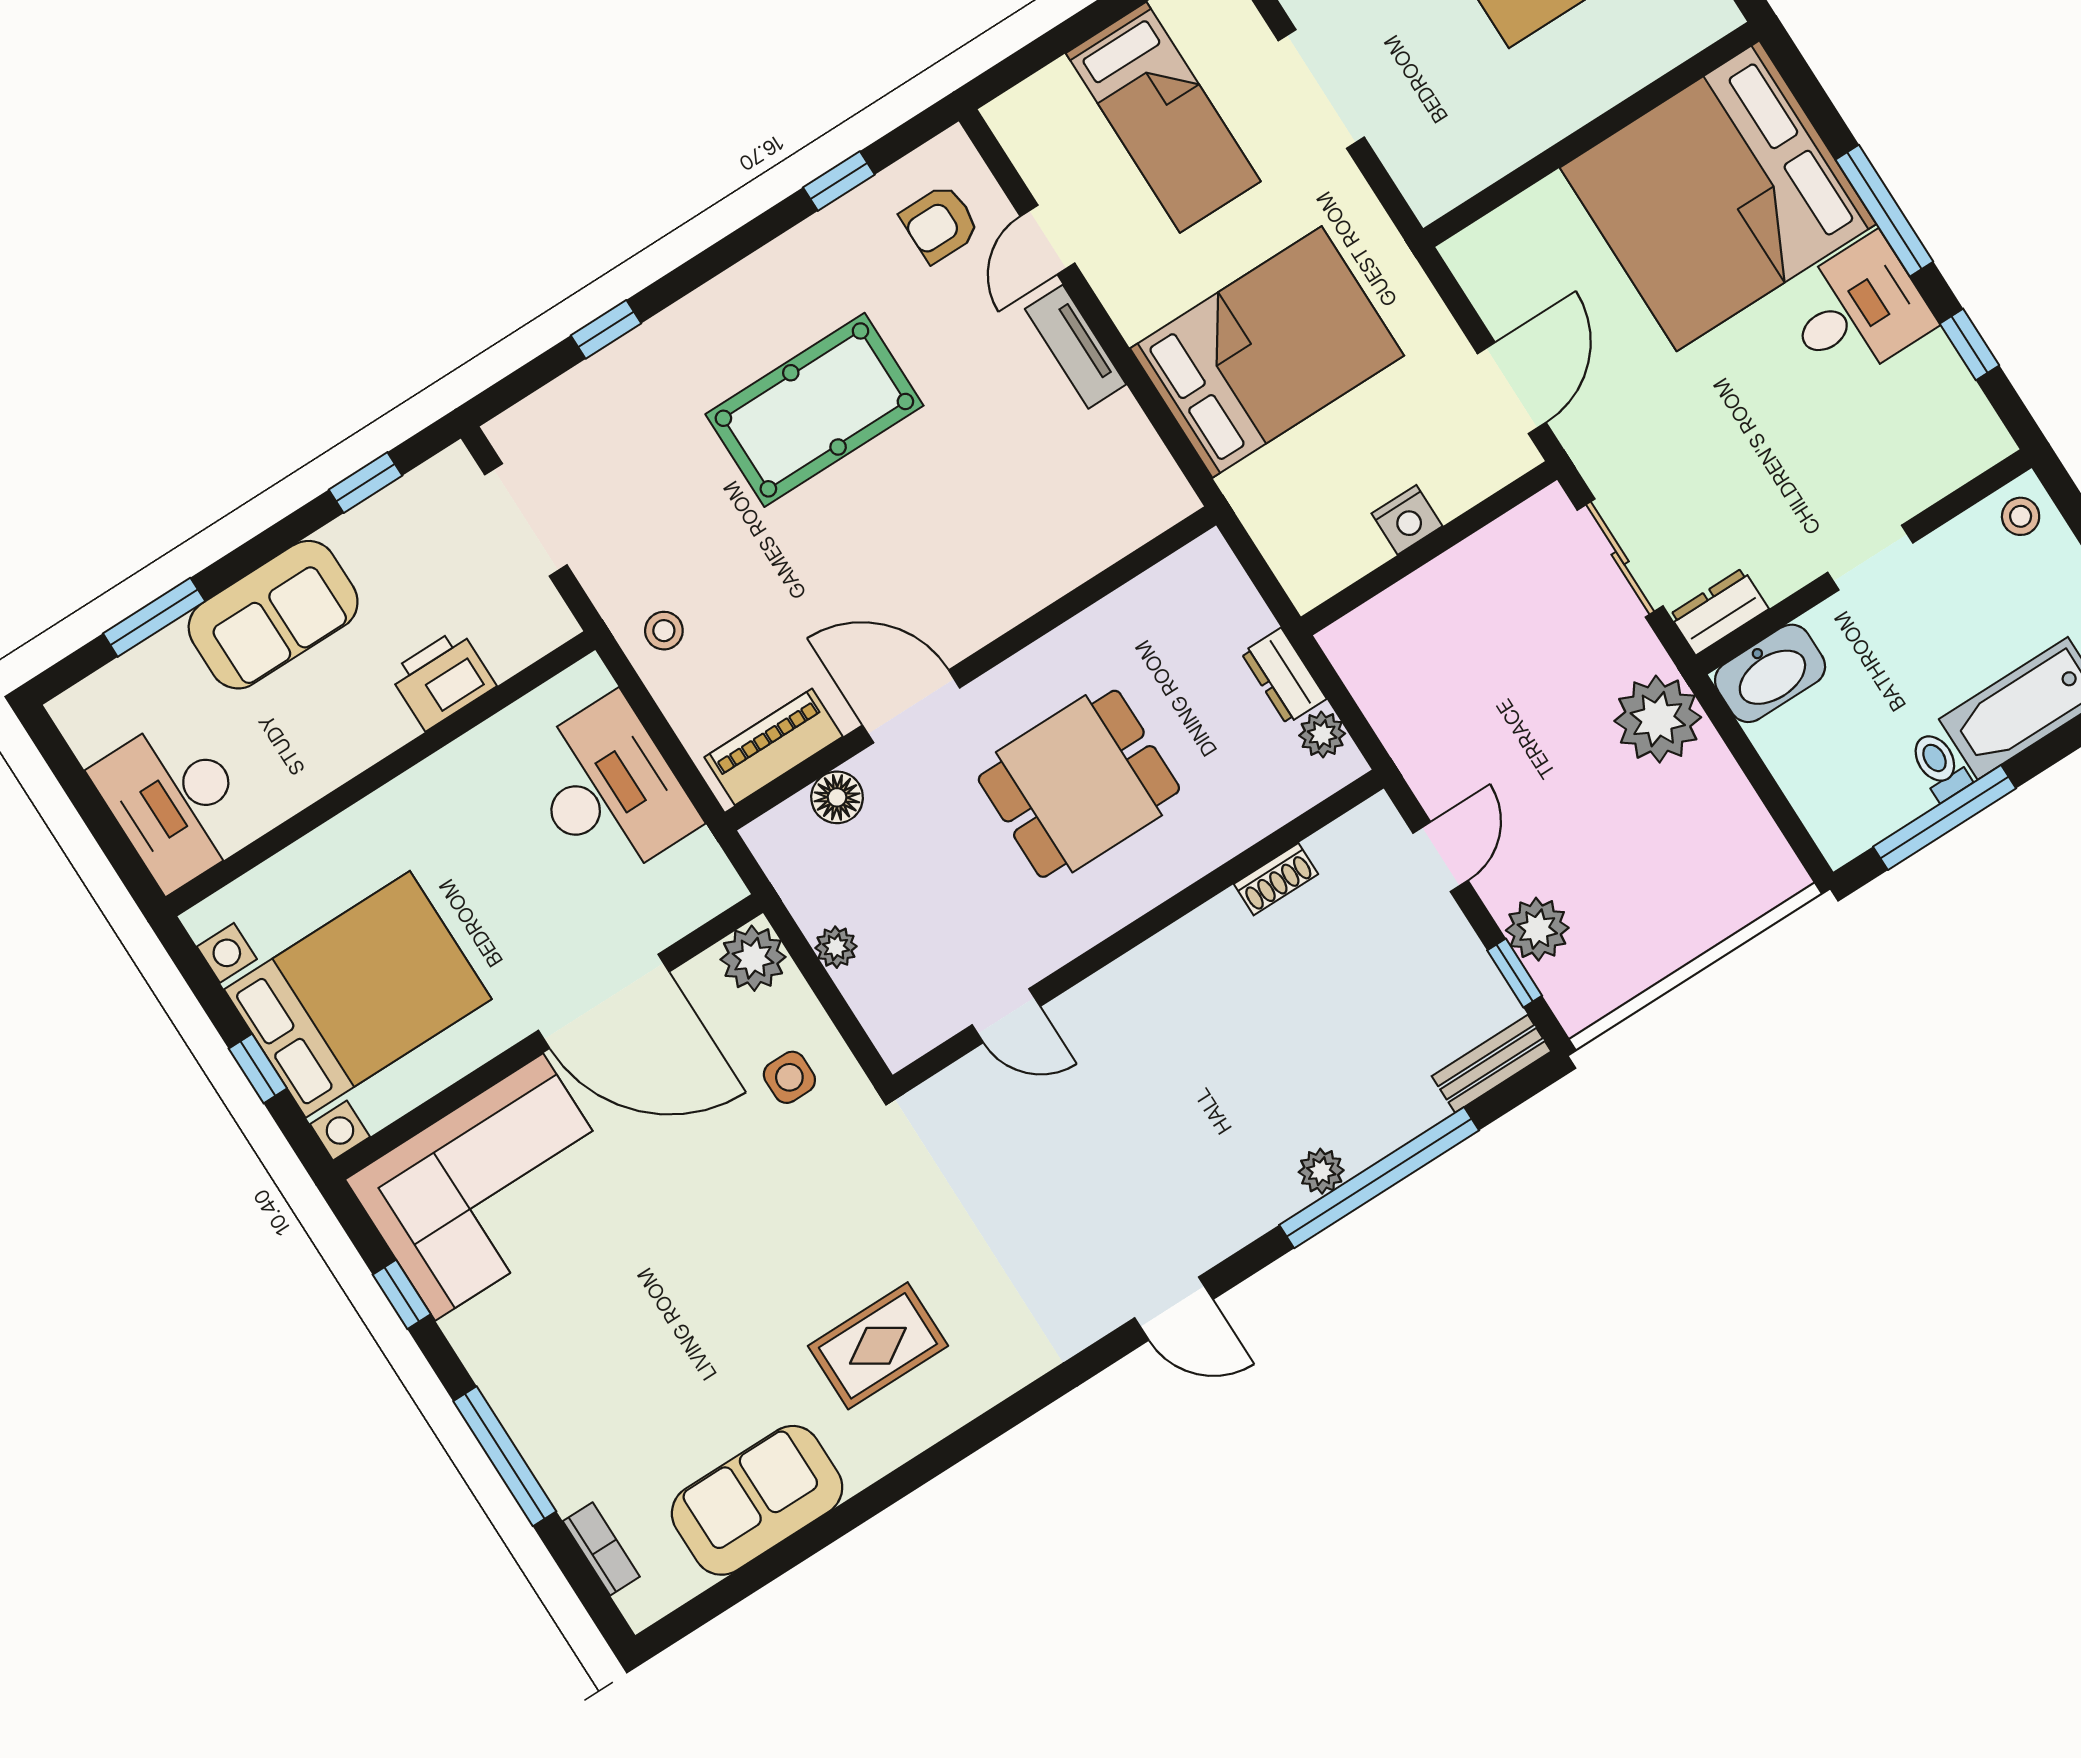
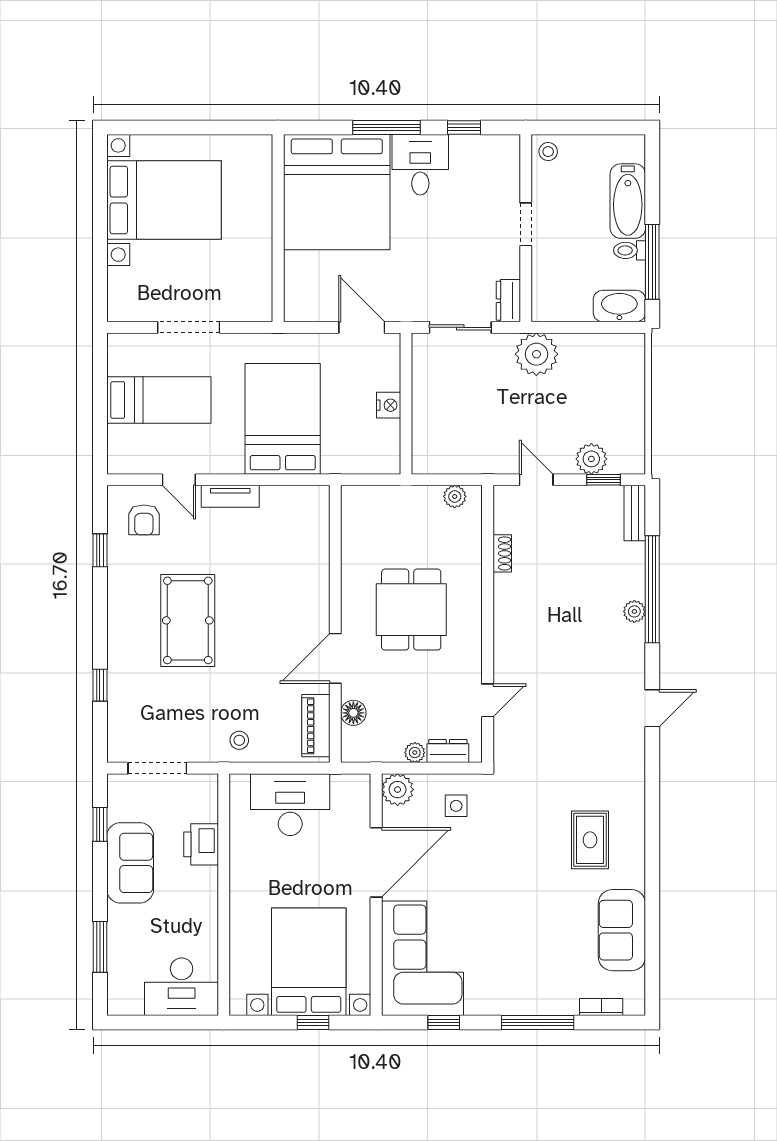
sofa: (273, 615) -> (130, 863), moved
washbasin: (1770, 673) -> (619, 306), moved, turned -90
dresser: (1284, 676) -> (448, 751), moved, turned 180

